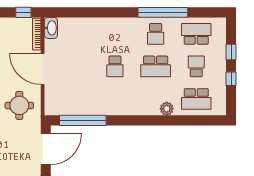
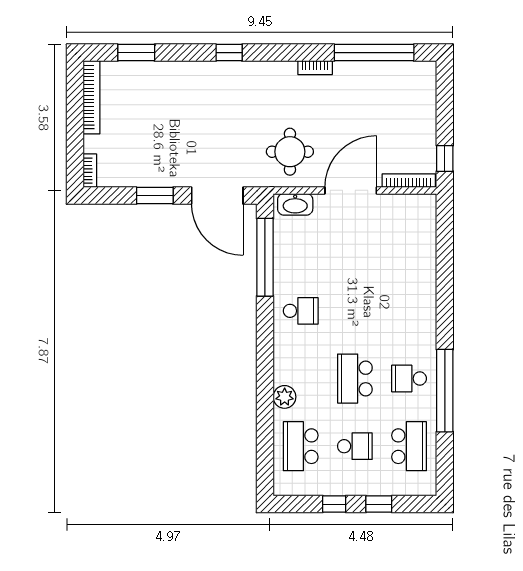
washbasin: (51, 28) -> (295, 204), moved
school desk: (115, 66) -> (301, 311), moved, turned 180

